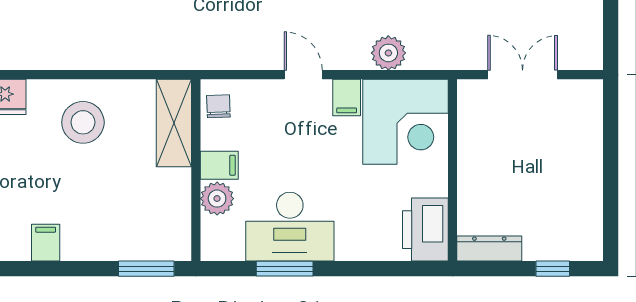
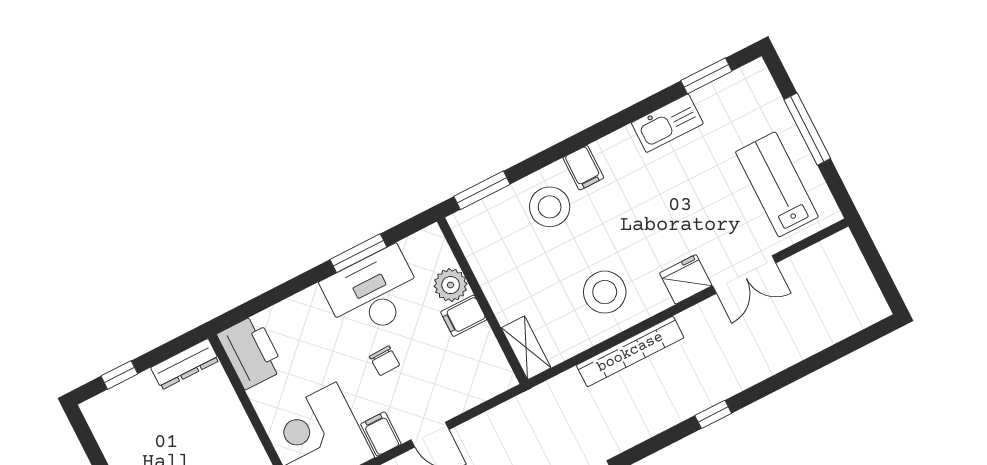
bookcase: (87, 58) -> (630, 352), added
chair: (218, 106) -> (385, 361), moved
shelving: (174, 123) -> (526, 348), width x0.67, depth x0.75
stool: (93, 223) -> (550, 207), added

